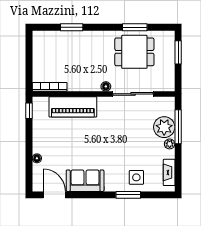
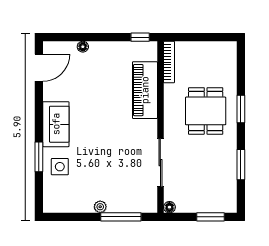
window: (72, 27) -> (241, 109), moved
dining table: (134, 52) -> (206, 111), moved
floor lamp: (106, 86) -> (169, 207), moved
plant: (164, 127) -> (120, 200), removed
fireplace: (169, 172) -> (66, 206), removed
sofa: (85, 181) -> (56, 124), moved

